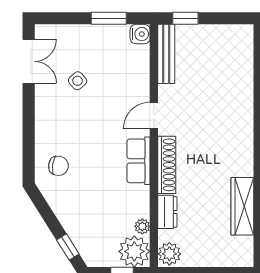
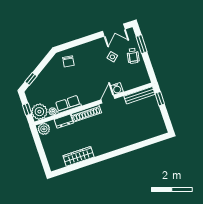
window: (109, 18) -> (142, 44), moved
water cooler: (140, 34) -> (117, 89), moved
wheelchair: (89, 41) -> (133, 56), added
door: (154, 116) -> (108, 99), hinge flipped
row of seats: (139, 161) -> (68, 104), moved

